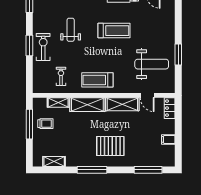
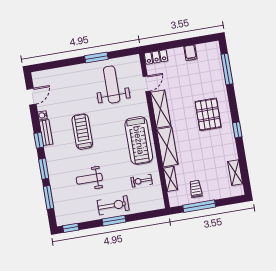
exercise bike: (43, 47) -> (113, 205), turned 180
treadmill: (97, 80) -> (139, 140), width x1.37, depth x1.38
window: (92, 170) -> (237, 130), width x0.46

